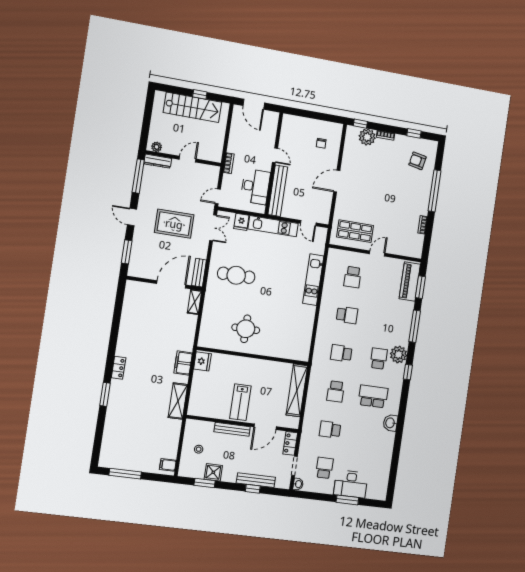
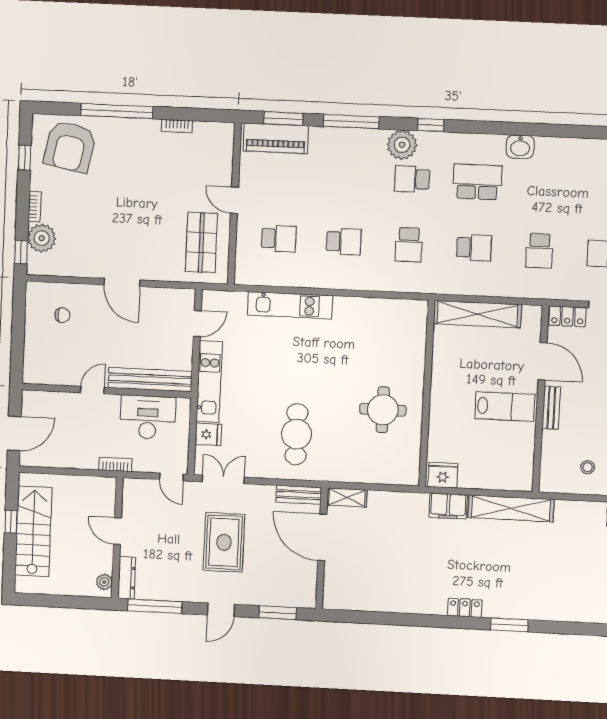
armchair: (417, 161) -> (70, 147), width x1.88, depth x1.88
school desk: (347, 315) -> (344, 242), turned 90
school desk: (373, 396) -> (477, 182), turned 90
shelving: (178, 401) -> (511, 508), width x1.47
bench: (232, 429) -> (551, 408), width x0.73

